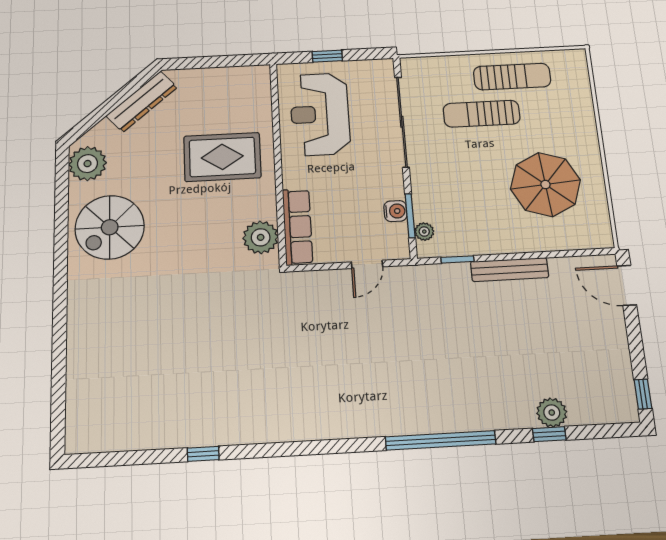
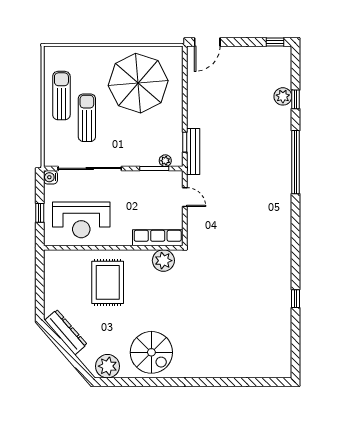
sun lounger: (482, 114) -> (87, 118), turned 180
parasol: (545, 185) -> (138, 83), width x1.36, depth x1.36
water cooler: (395, 211) -> (50, 177), moved, turned -90
bench: (509, 270) -> (193, 152), moved

